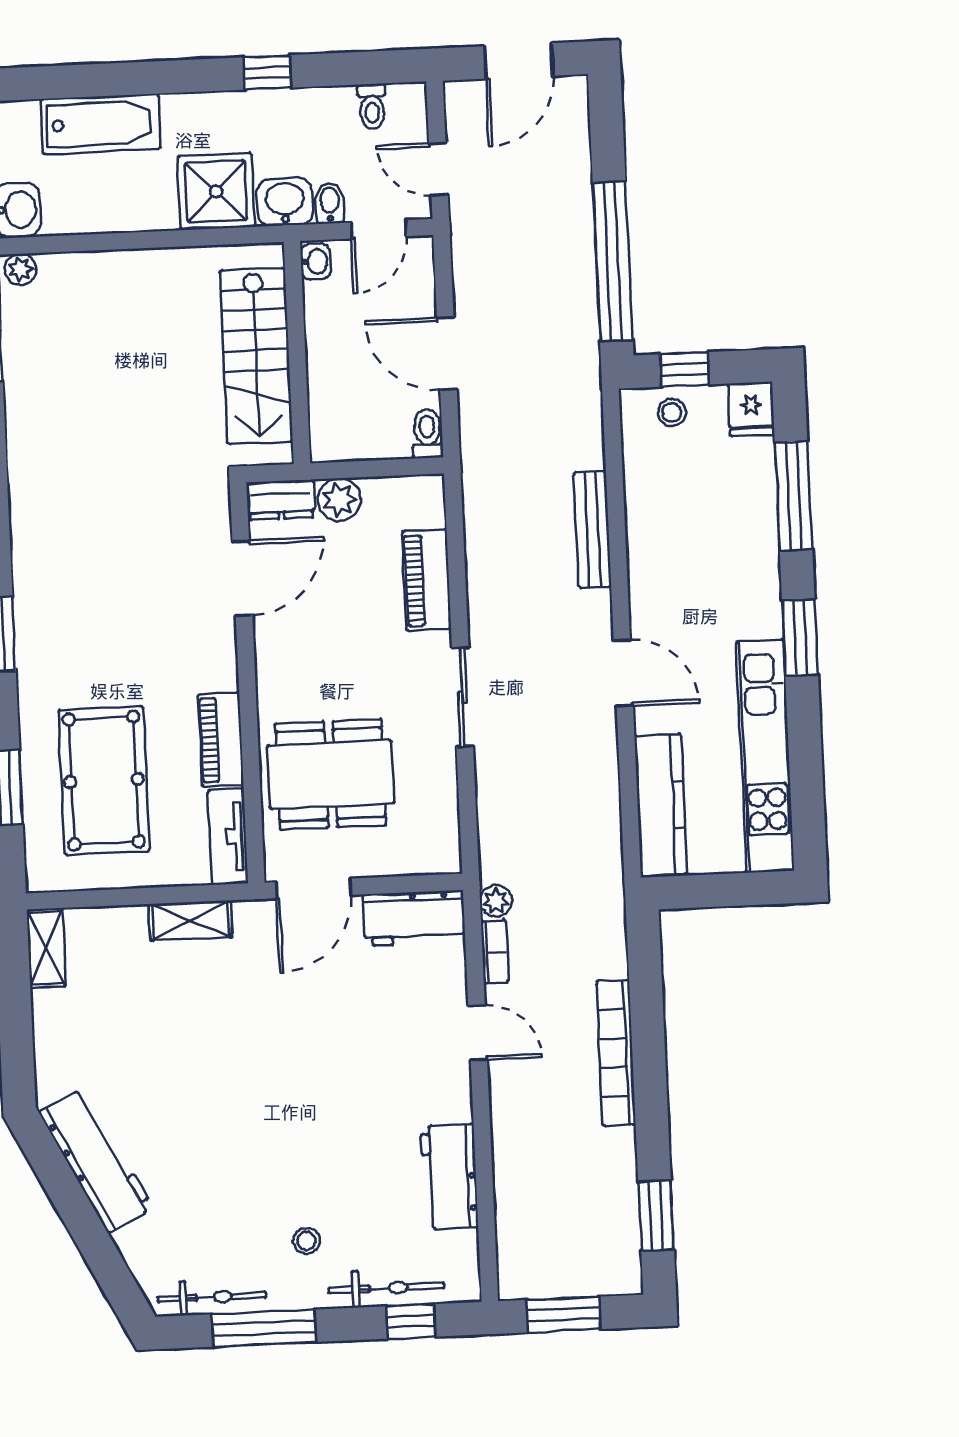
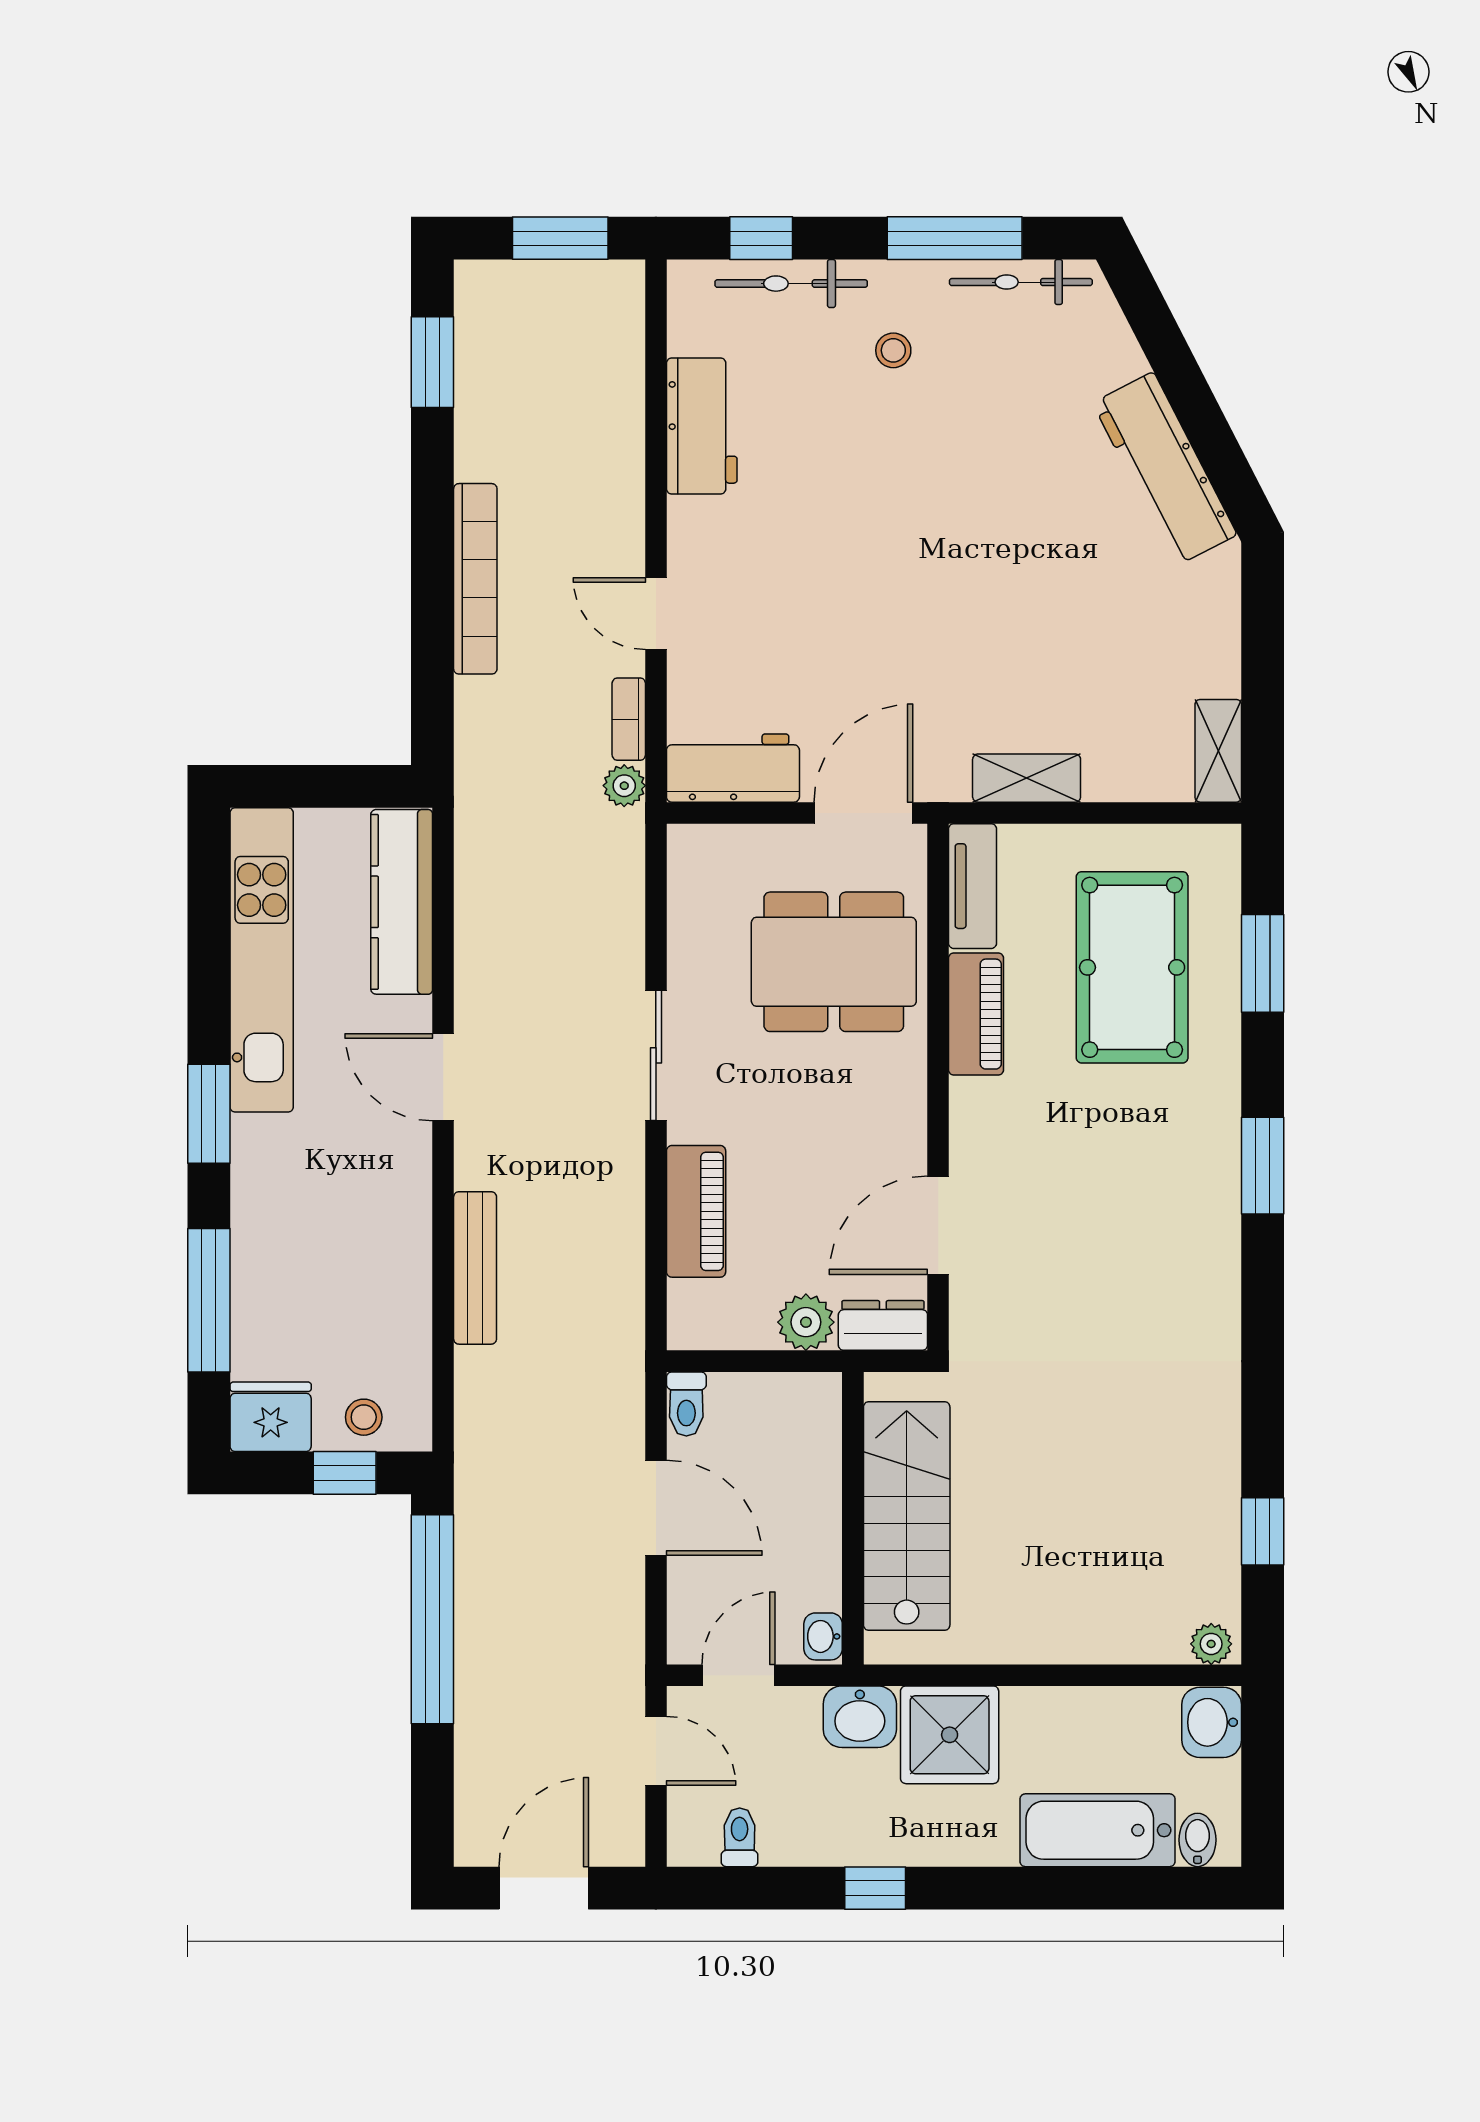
bidet: (330, 203) -> (1198, 1840), moved, turned 180
fridge: (751, 409) -> (271, 1417), width x1.38

